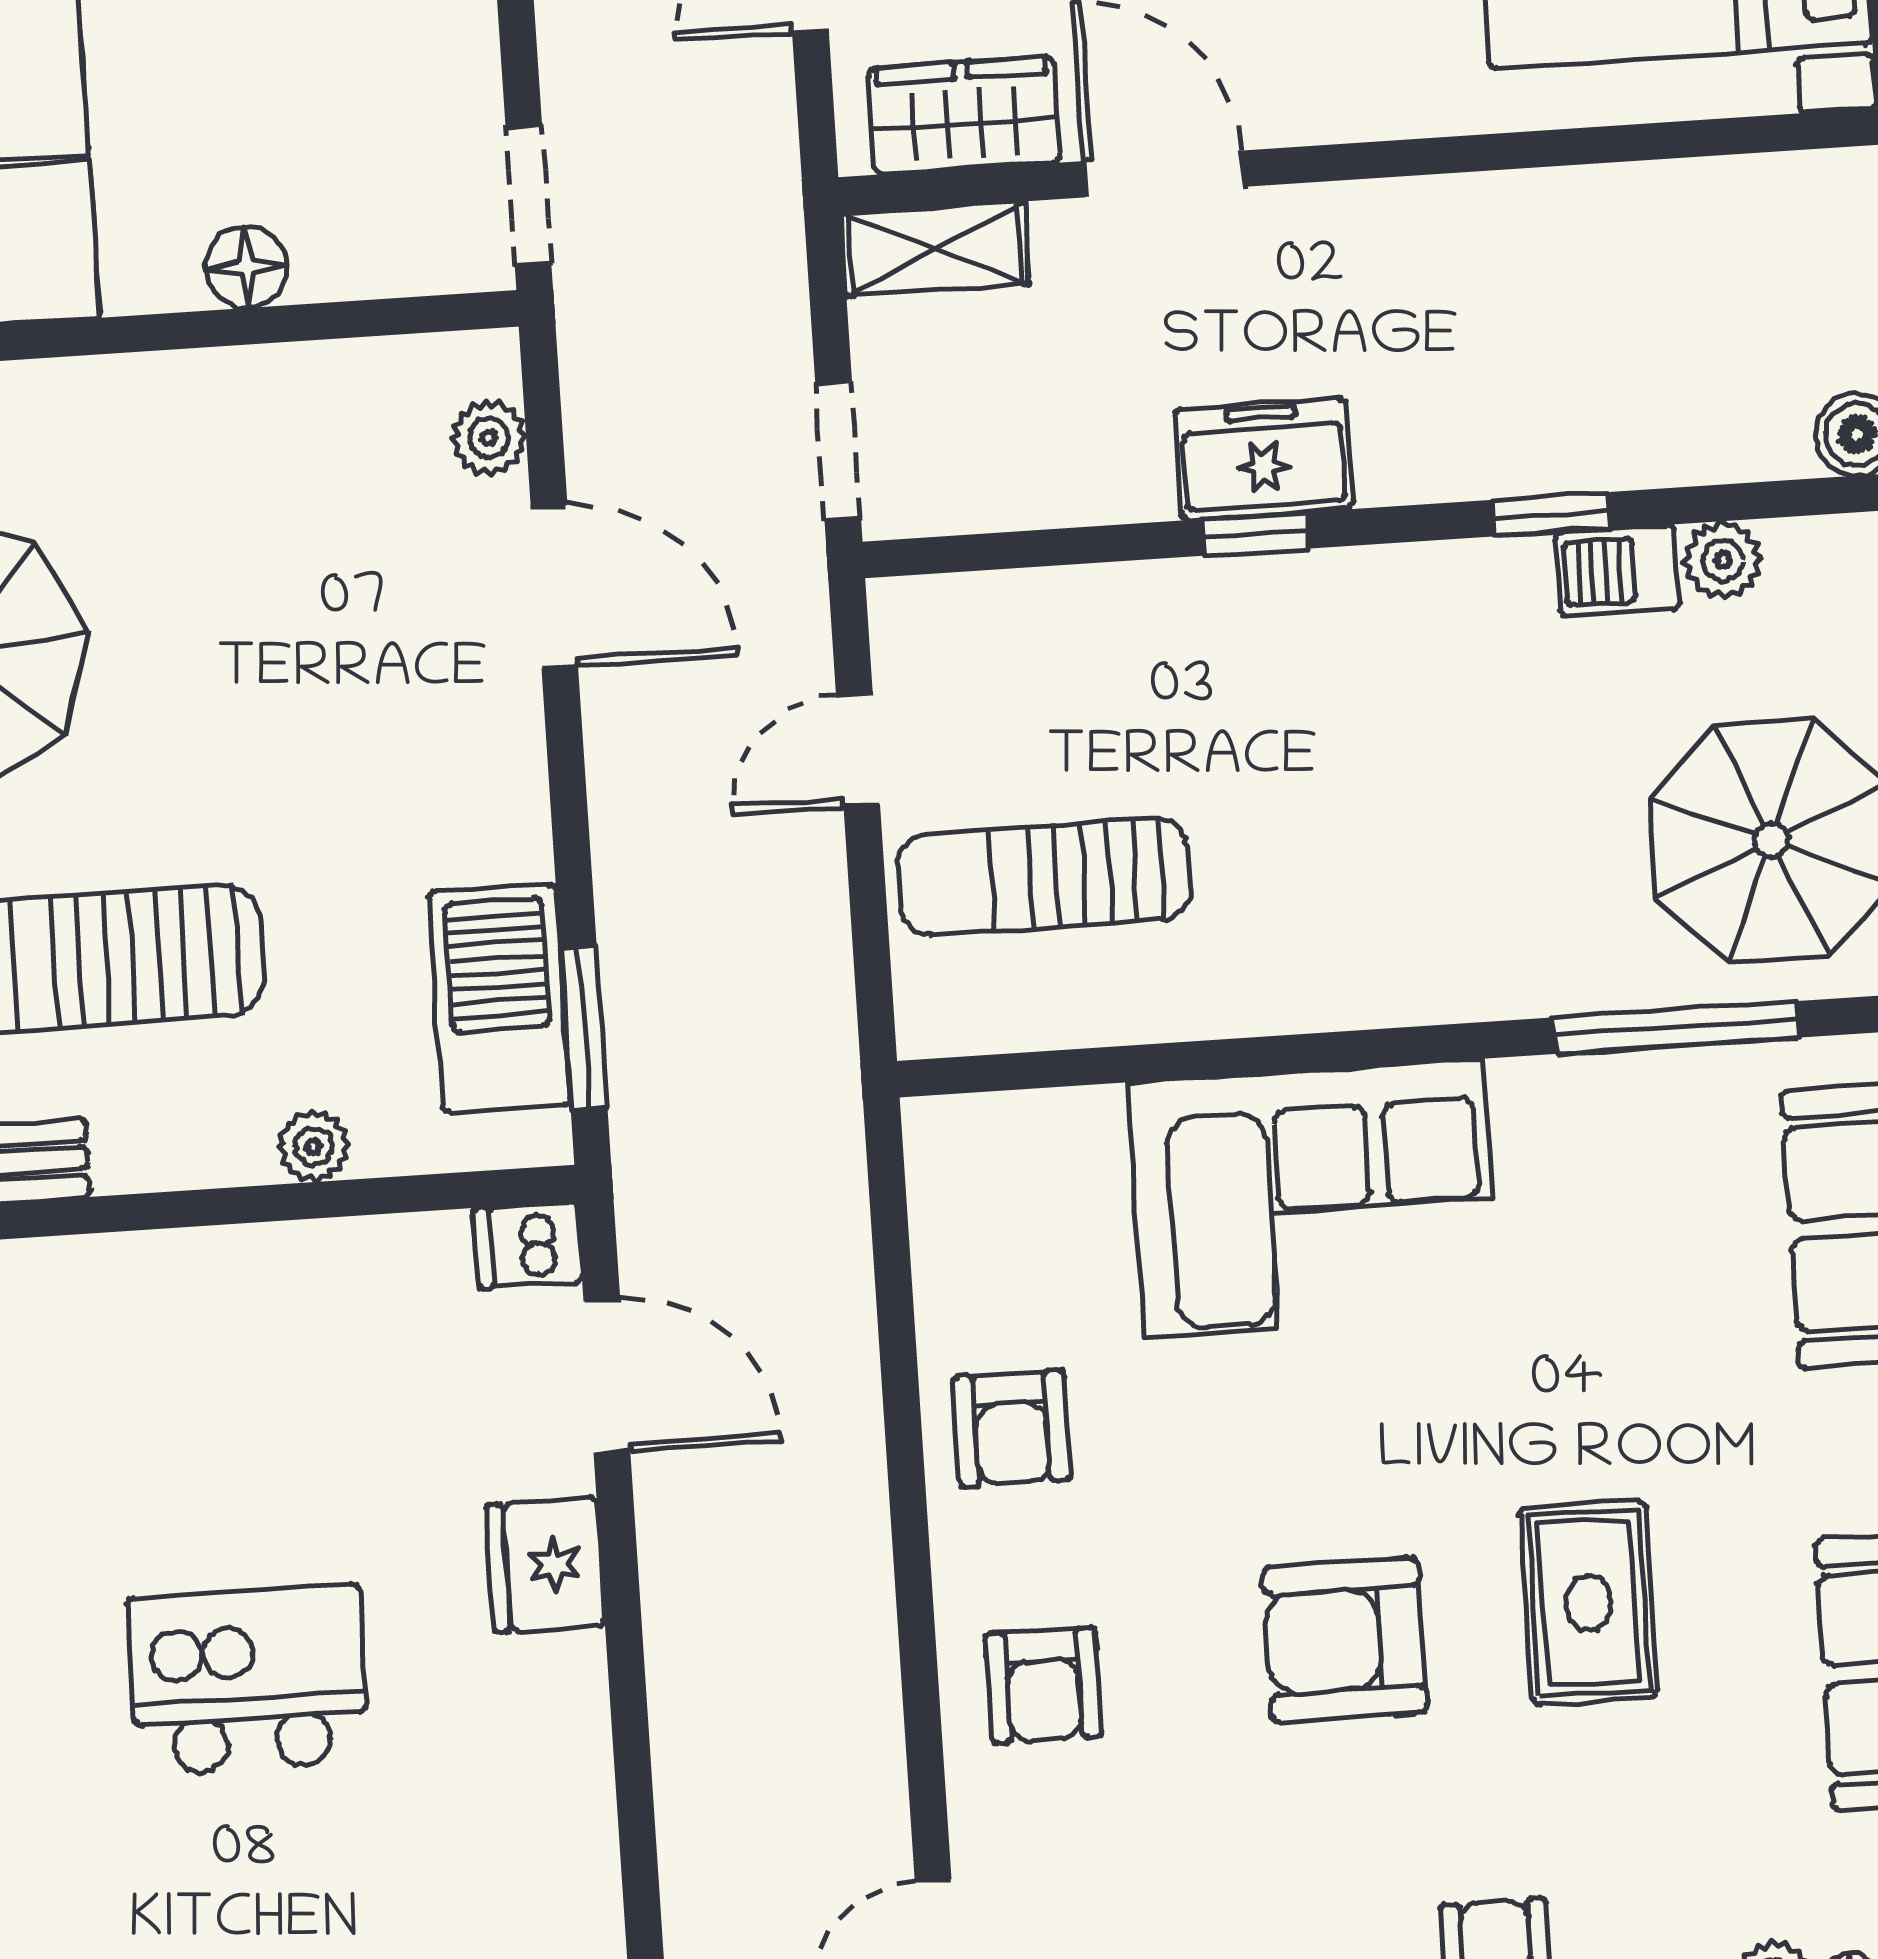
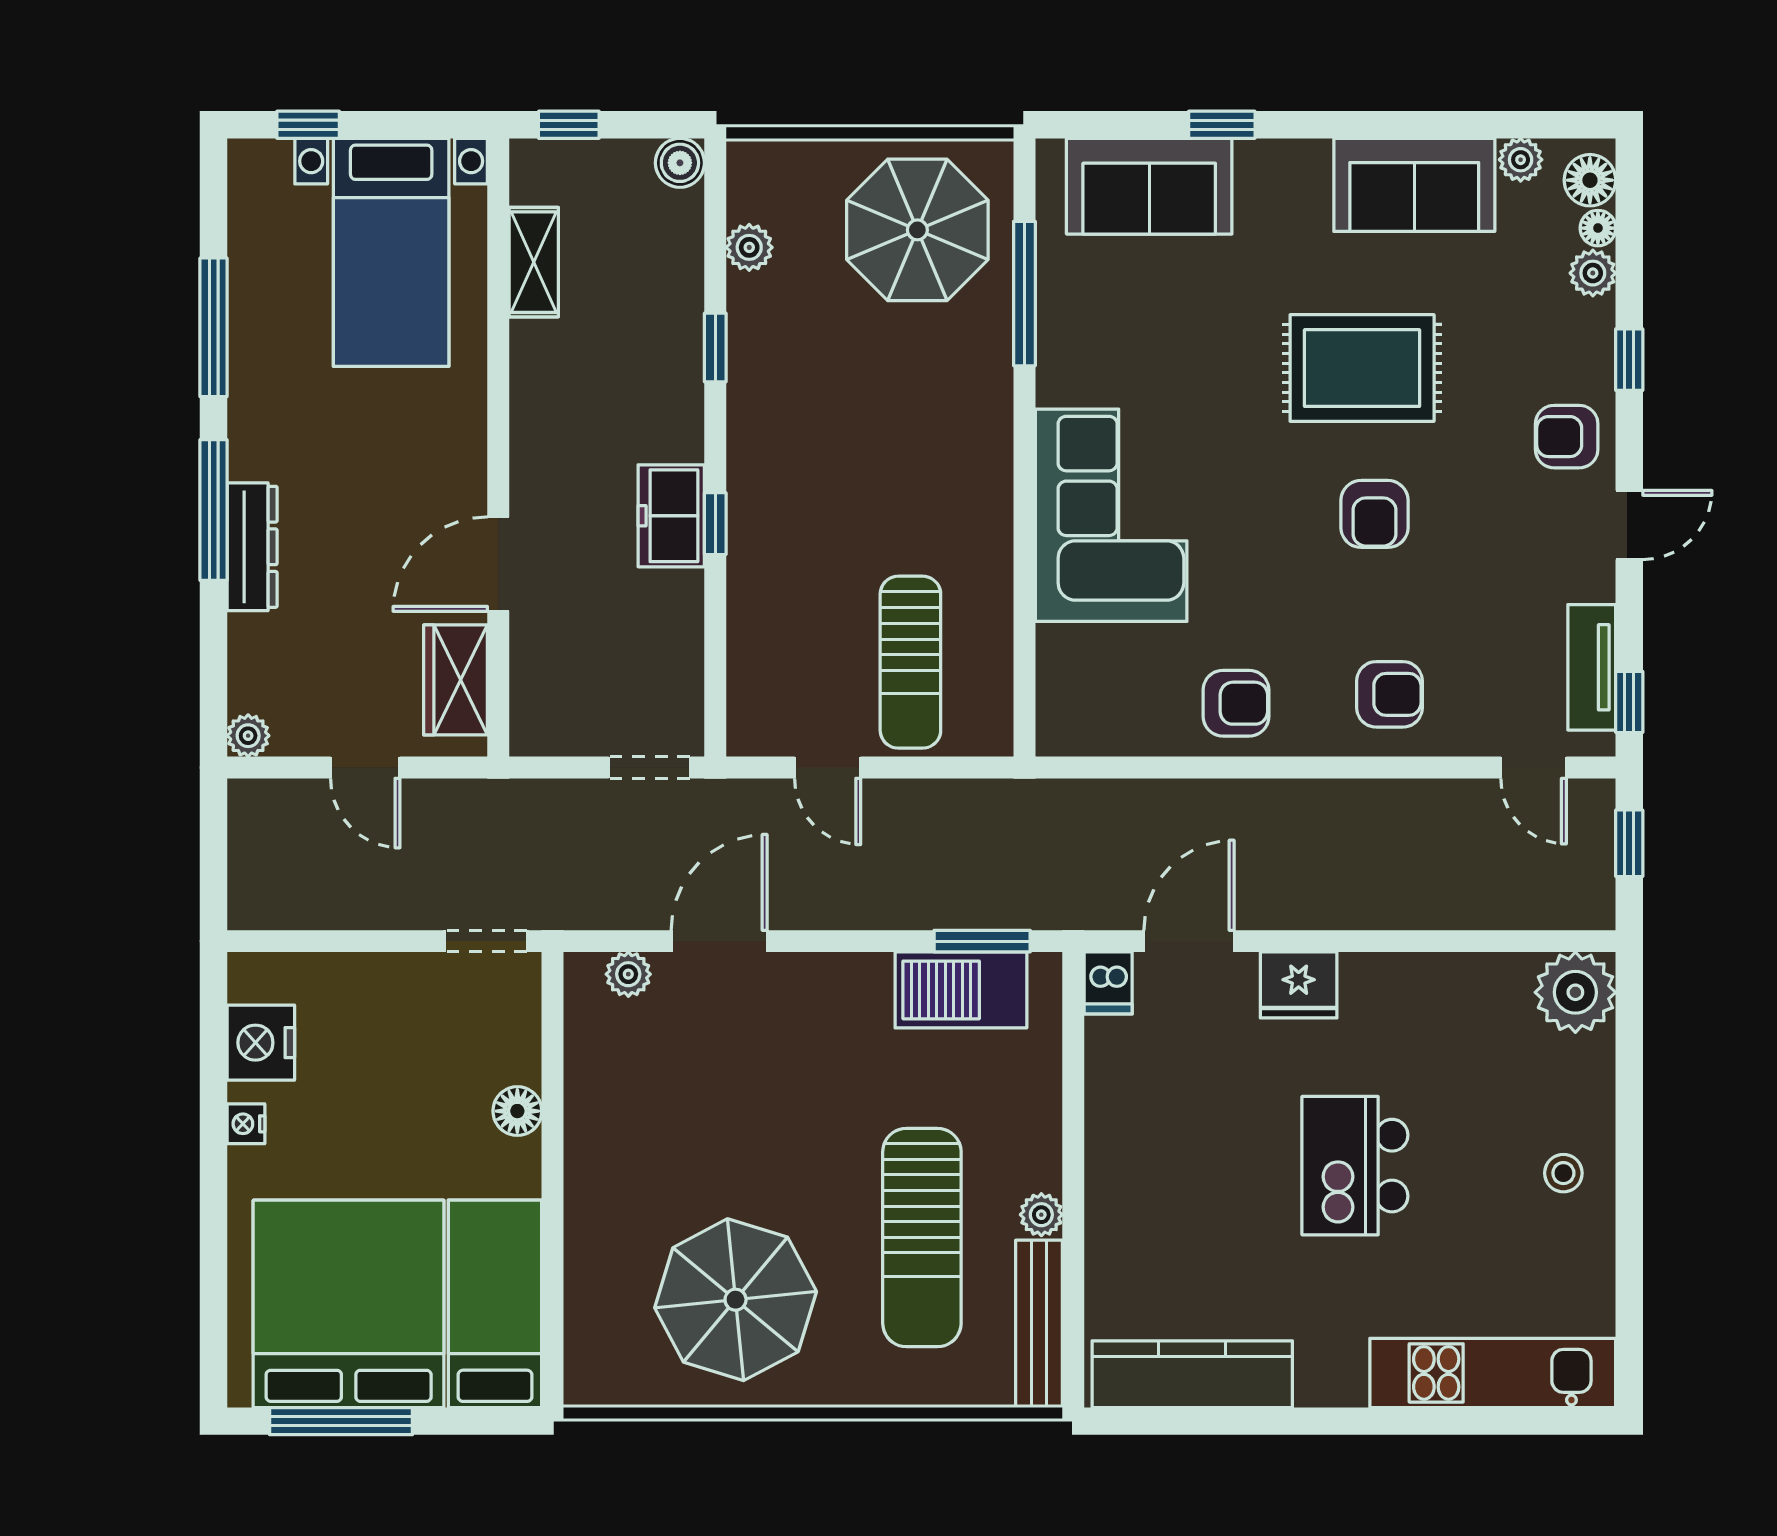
shelving: (935, 249) -> (534, 262), moved
barbecue: (1617, 571) -> (751, 310), removed
plant: (313, 1146) -> (1041, 1215), moved
rug: (1589, 1603) -> (1362, 368), width x1.36, depth x1.43
armchair: (1345, 1640) -> (1374, 514), width x0.72, depth x0.72

